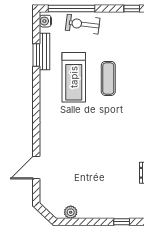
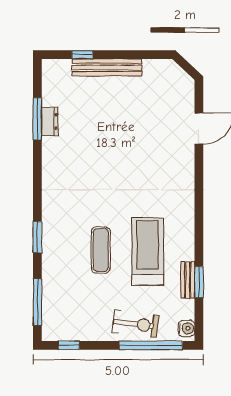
bench: (44, 52) -> (188, 280), width x0.73
plant: (71, 212) -> (152, 68), removed
bench: (104, 212) -> (107, 67), added

